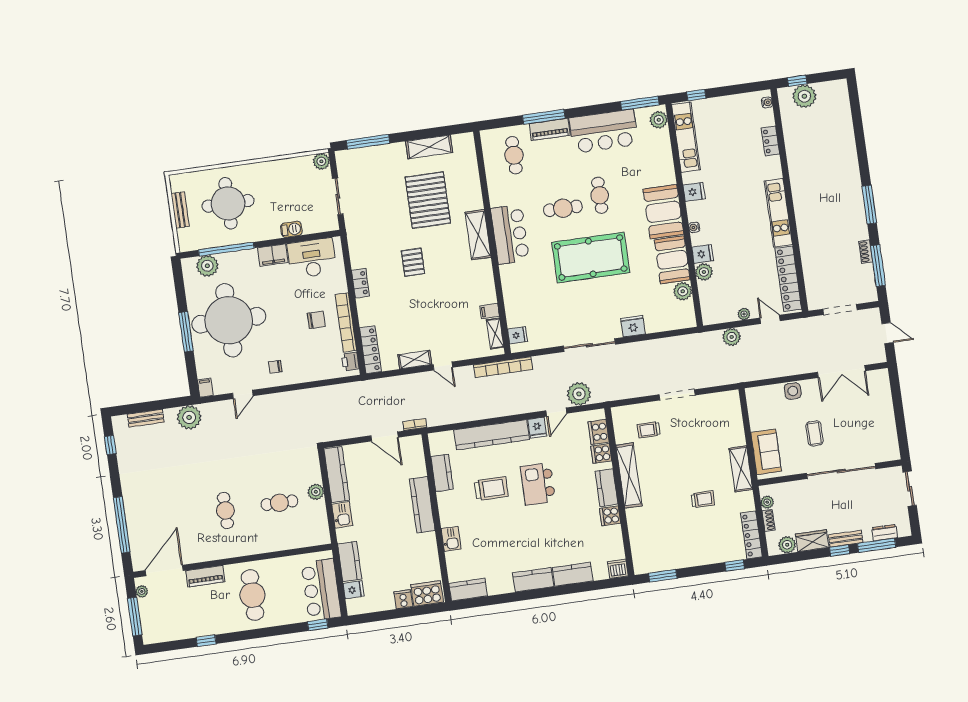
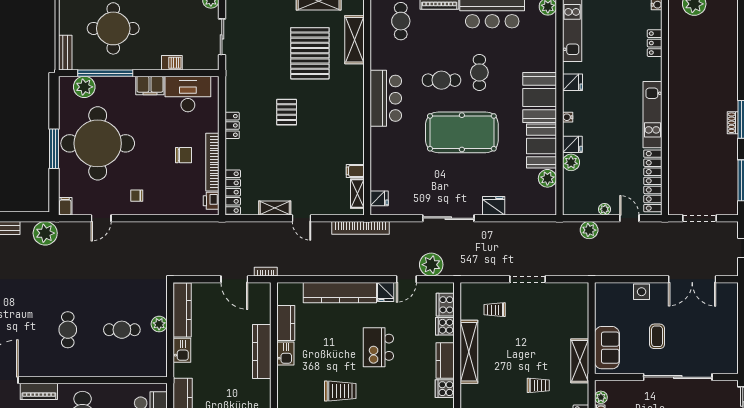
bench: (180, 210) -> (65, 53), moved
shelving: (478, 235) -> (354, 40), moved
shoe rack: (866, 252) -> (733, 123), moved
trolley: (491, 489) -> (340, 391), moved
kitchen sink: (451, 539) -> (285, 354), moved

